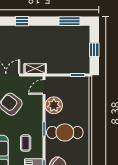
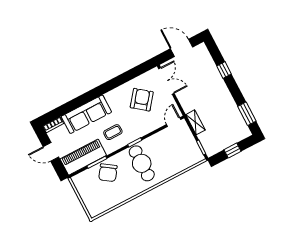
shelving: (35, 69) -> (195, 122), moved
door: (44, 87) -> (174, 122), hinge flipped
plant: (54, 105) -> (161, 140), removed

